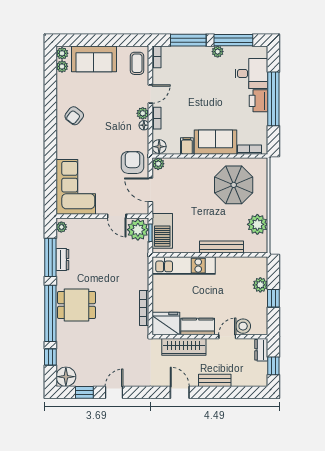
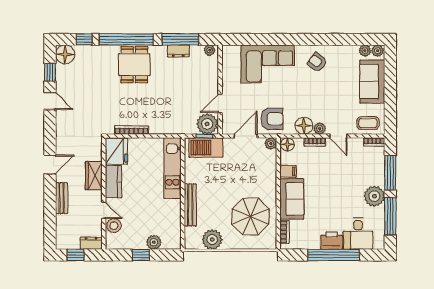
plant: (218, 52) -> (374, 196), width x1.88, depth x1.88
floor lamp: (144, 125) -> (304, 126), width x1.89, depth x1.89
corner sofa: (76, 187) -> (268, 64), moved
wardrobe: (184, 347) -> (94, 176), width x0.67

